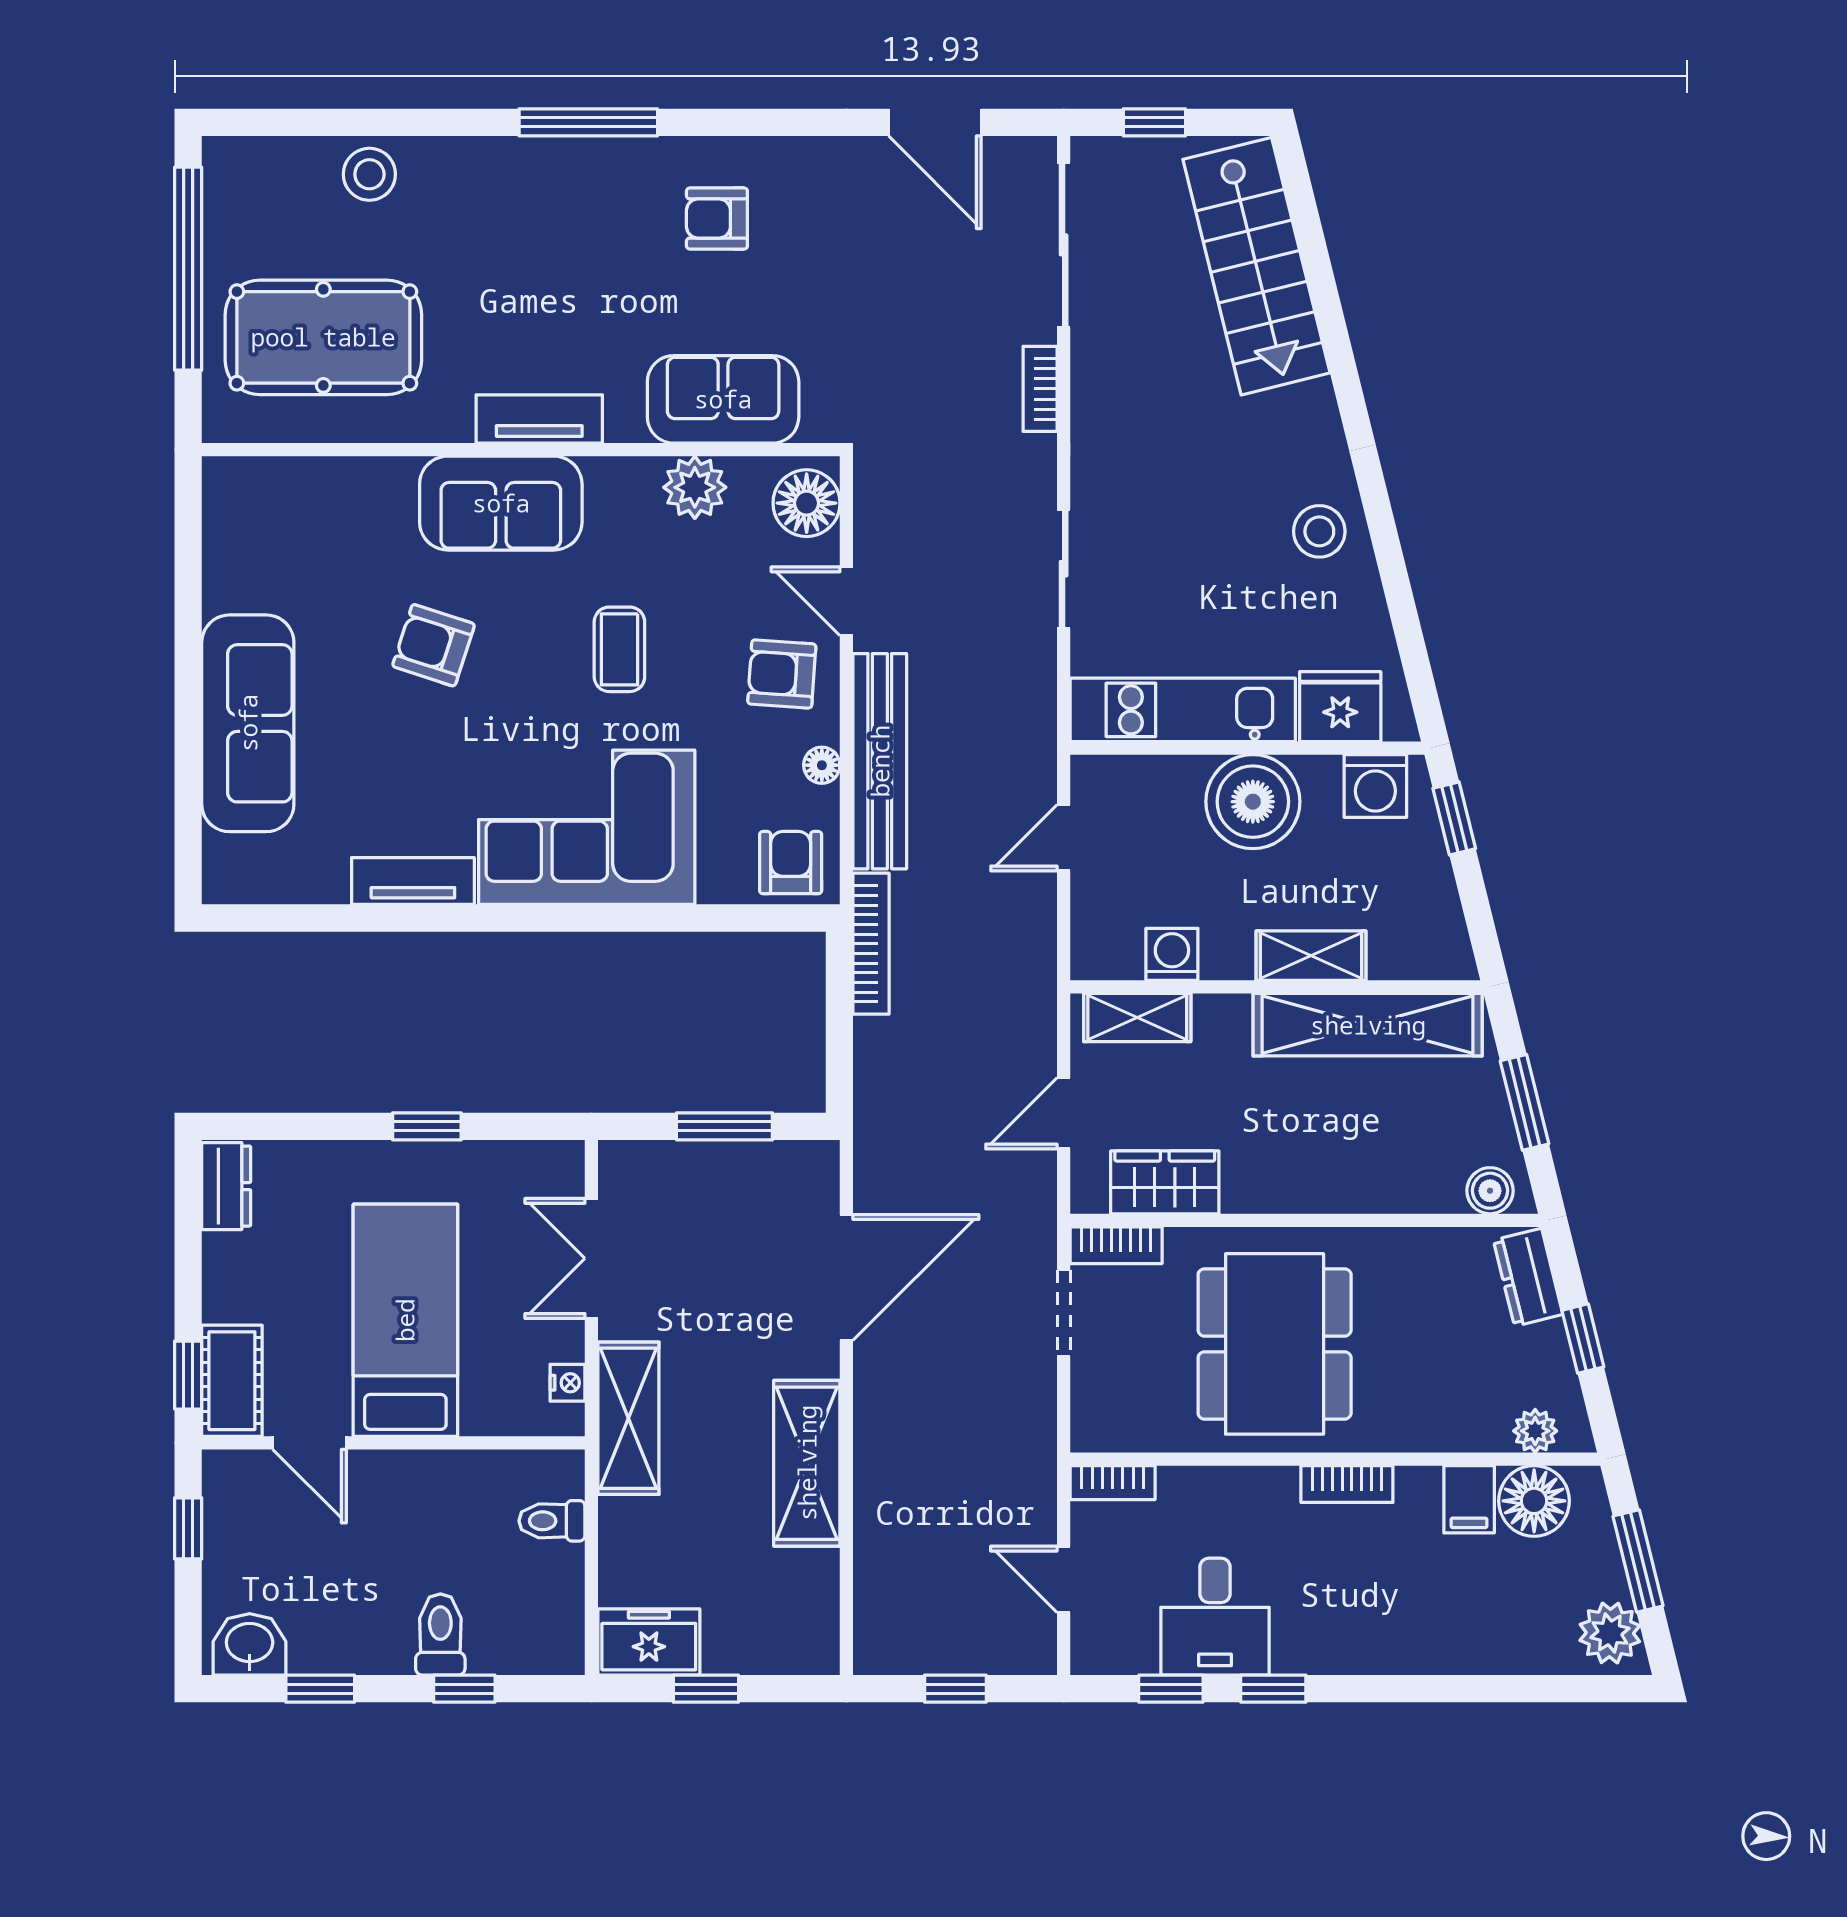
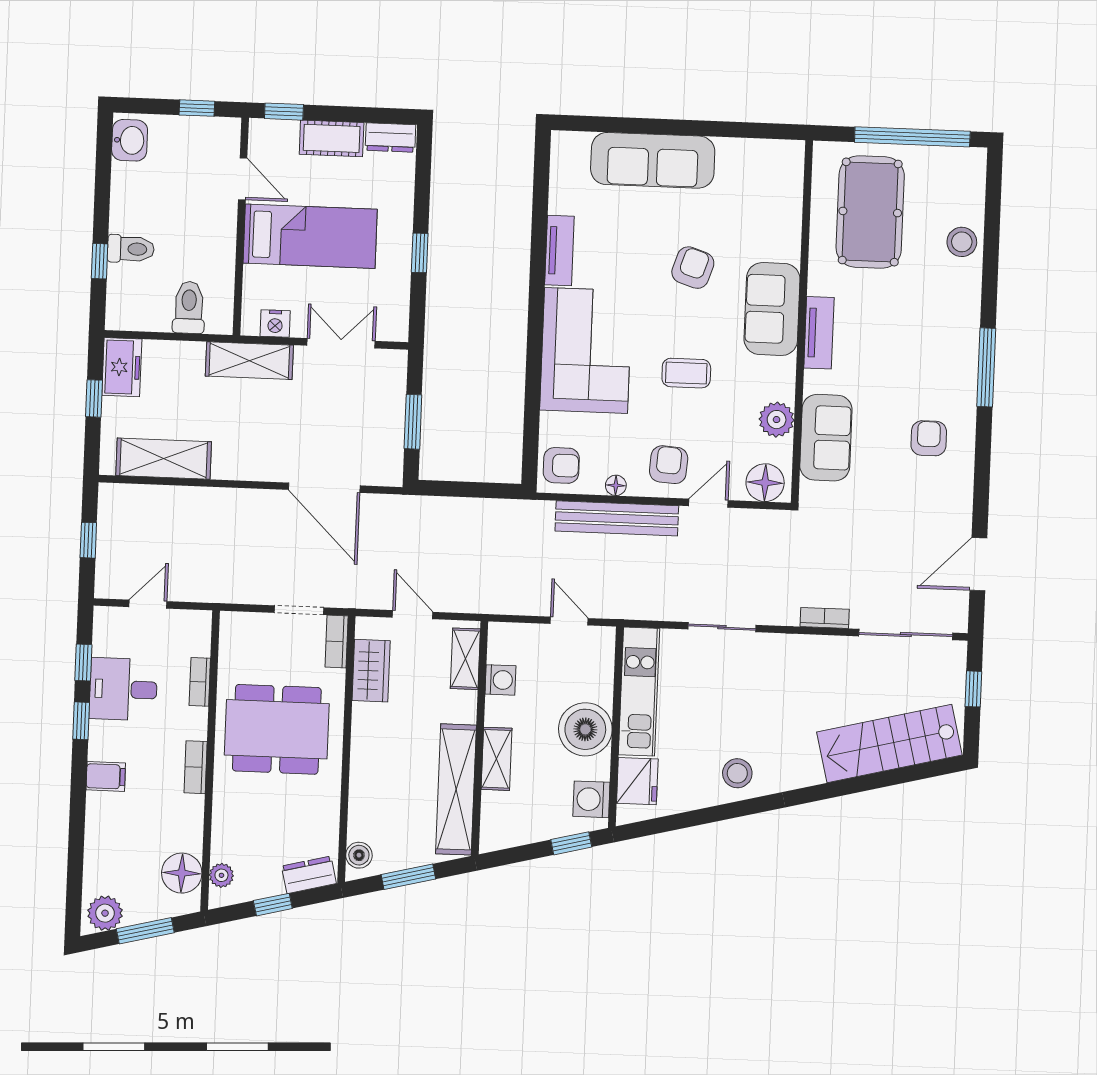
bookcase: (871, 944) -> (513, 509), removed
cot: (232, 1381) -> (332, 138), moved
nightstand: (567, 1383) -> (275, 324), width x1.39, depth x1.35
door: (309, 1443) -> (243, 179), swing flipped
shelving: (807, 1463) -> (164, 459), moved
bookcase: (1113, 1483) -> (200, 682), moved
filing cabinet: (1469, 1499) -> (106, 776), moved, turned 180
toilet: (552, 1521) -> (189, 307), width x1.37, depth x1.39
window: (320, 1689) -> (103, 179), removed

